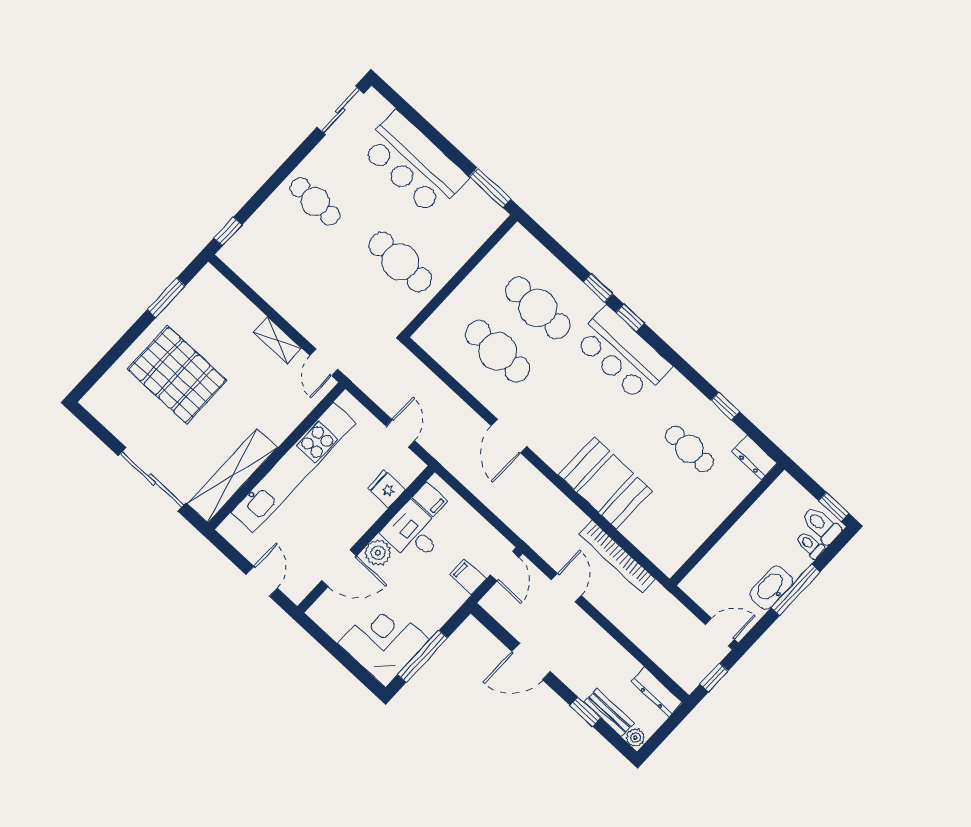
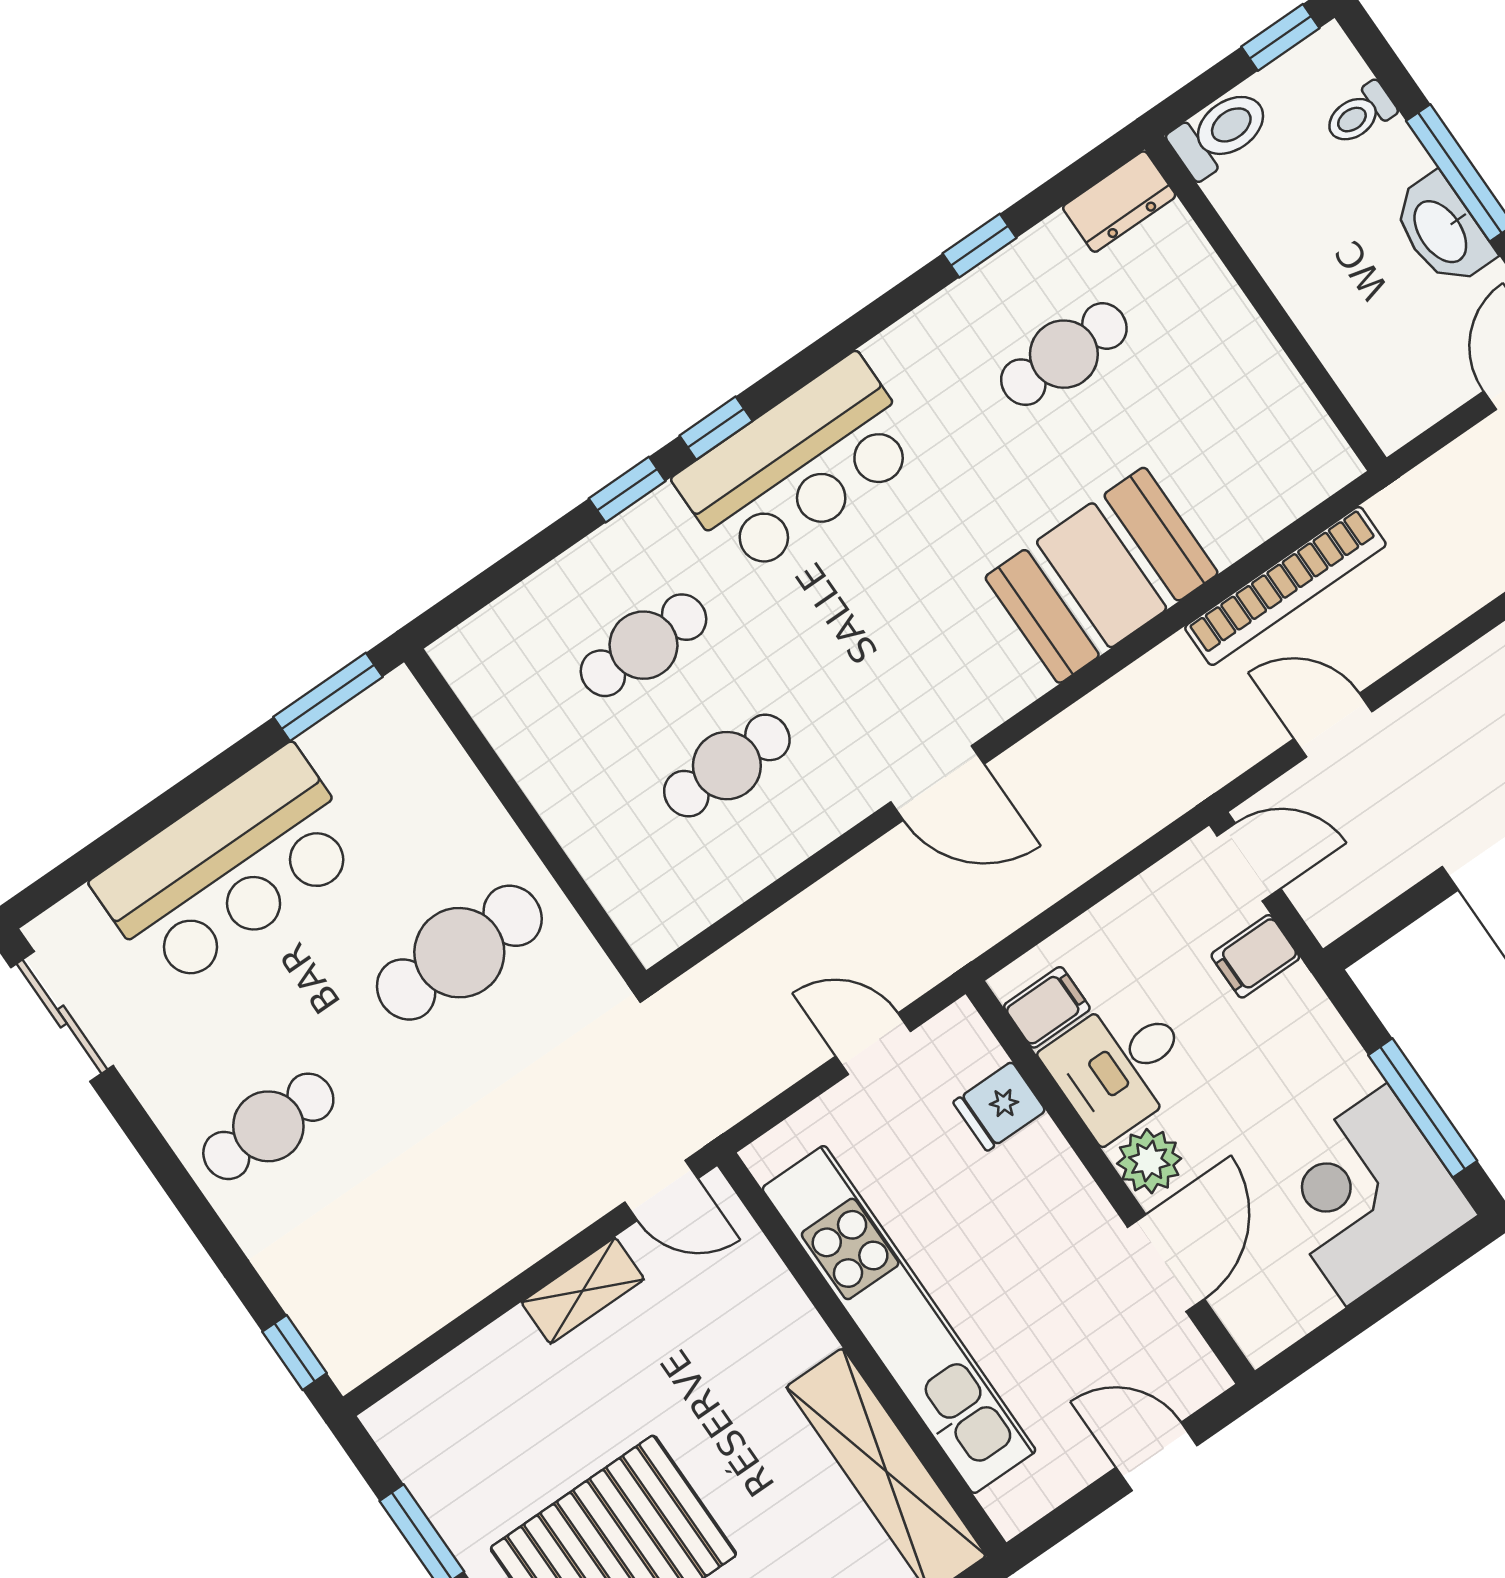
cafe table: (538, 308) -> (644, 645), width x0.73, depth x0.74
cafe table: (498, 351) -> (727, 766), width x0.73, depth x0.74
toilet: (821, 525) -> (1220, 133), moved, turned 180

